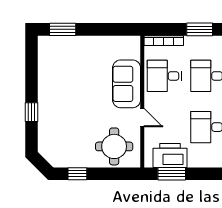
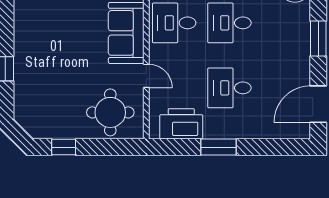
window: (172, 174) -> (218, 147), moved

